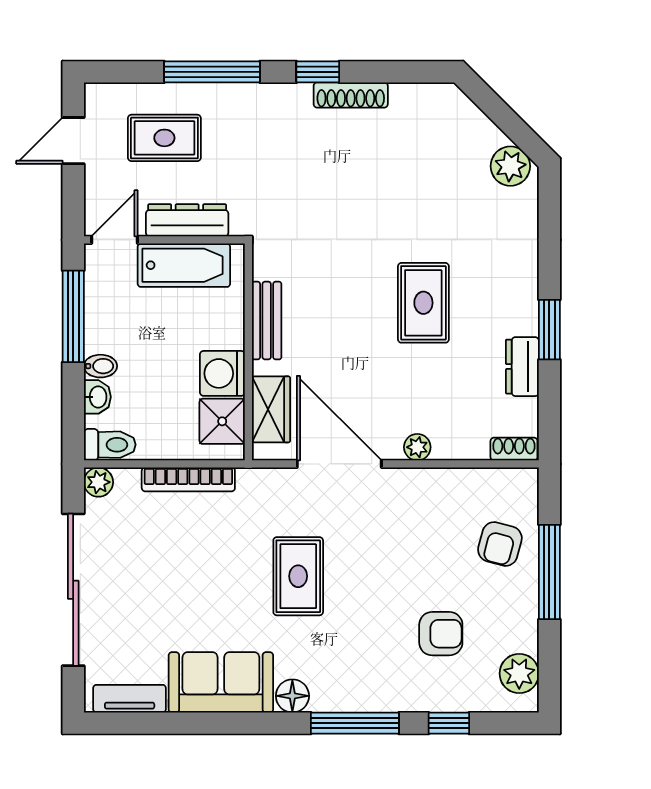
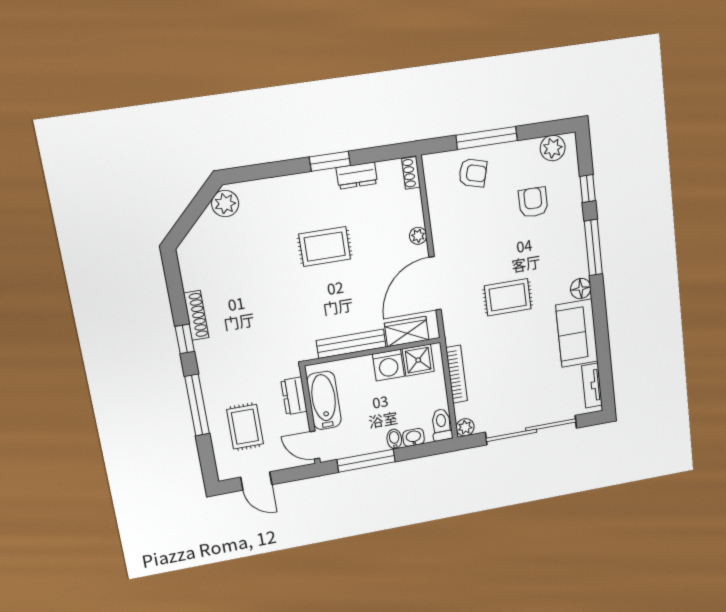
dresser: (187, 220) -> (294, 396), width x0.70
bench: (267, 321) -> (351, 344), width x1.36

